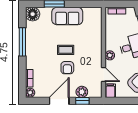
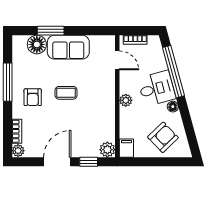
floor lamp: (33, 14) -> (37, 44), moved
armchair: (67, 68) -> (33, 97), moved
door: (104, 74) -> (117, 60), moved
plant: (82, 92) -> (107, 150), moved

